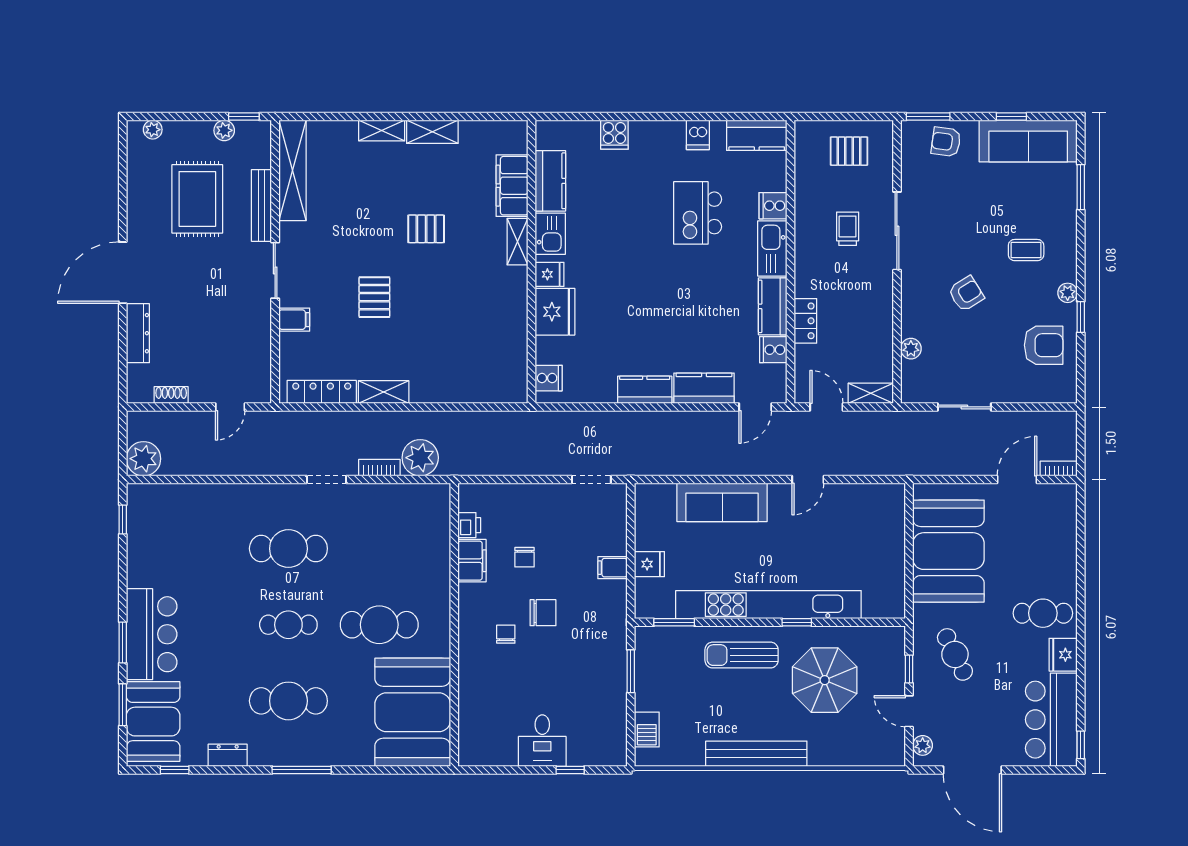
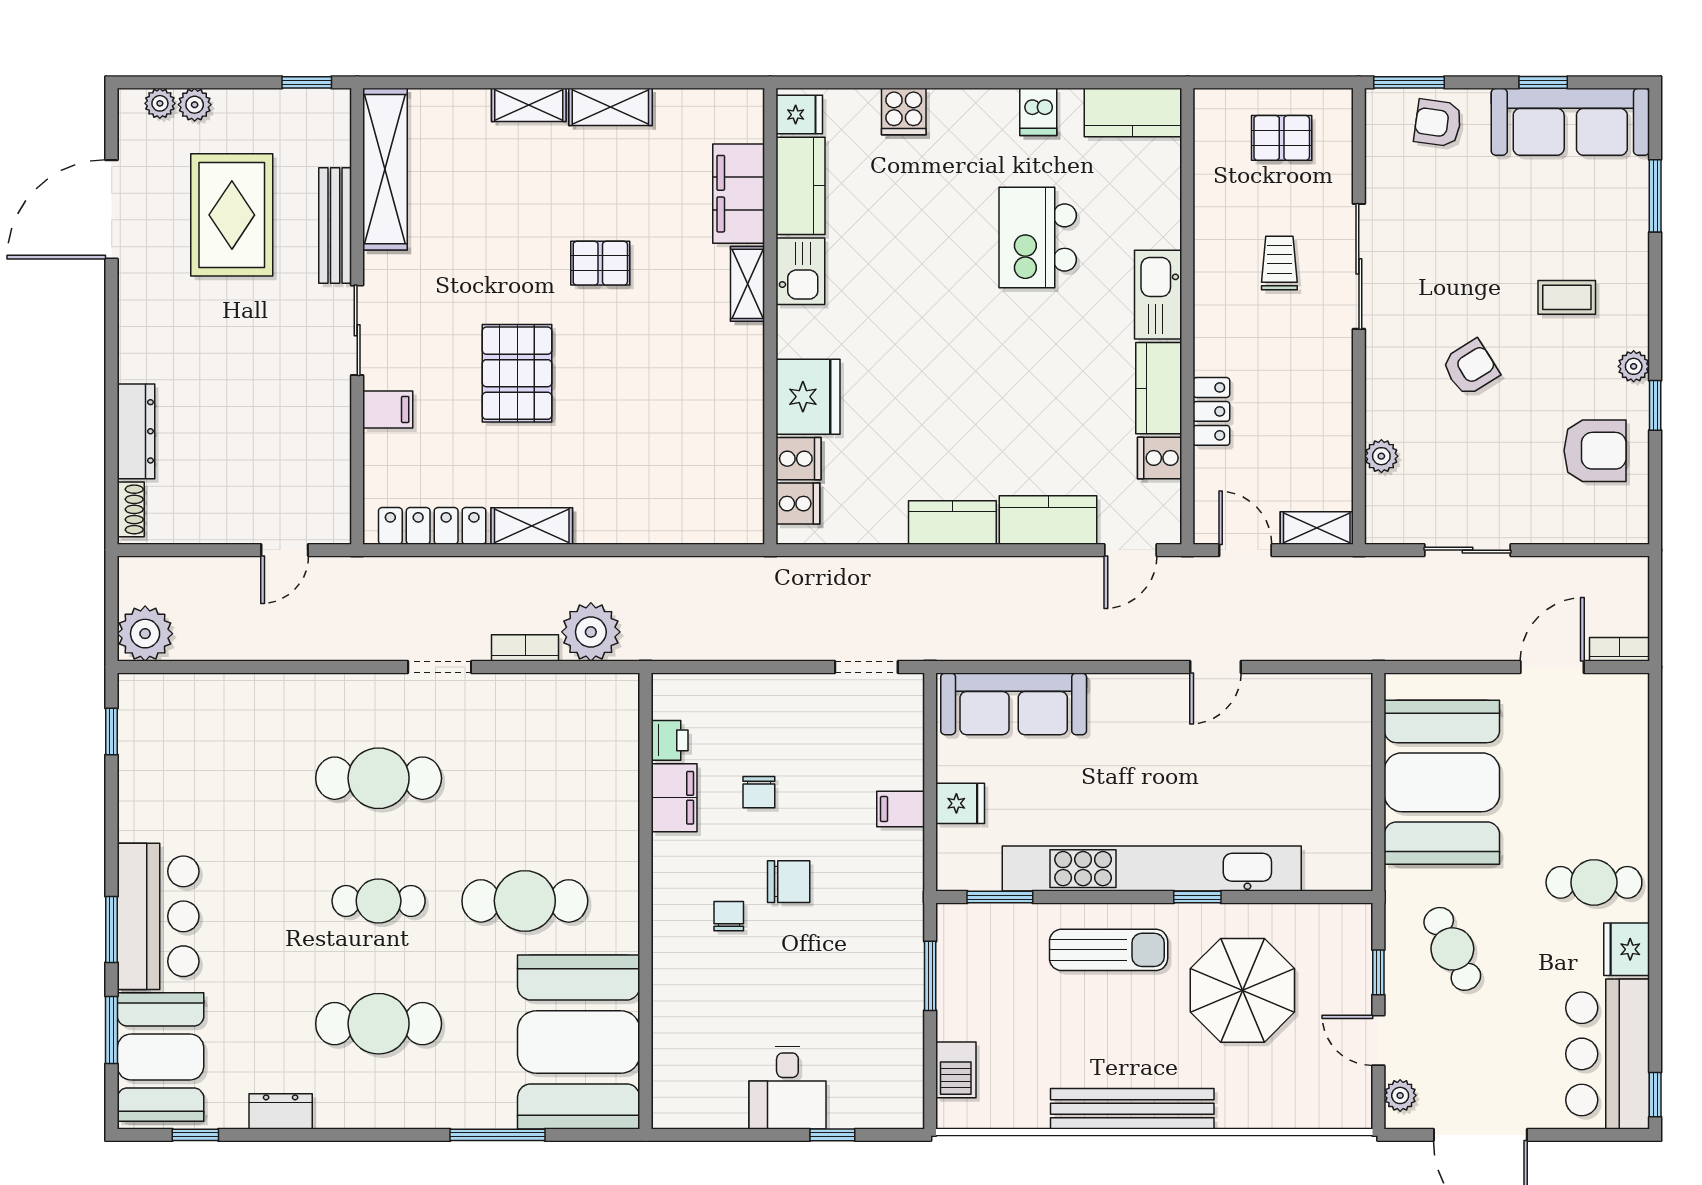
plant: (224, 130) -> (195, 105), moved
cooker: (773, 206) -> (798, 459), moved, turned 180
door: (123, 273) -> (112, 209), moved
fridge: (550, 274) -> (799, 115), moved
pallet: (374, 297) -> (517, 373), width x1.50, depth x1.42
shoe rack: (171, 395) -> (131, 509), moved, turned 90
sofa: (722, 502) -> (1014, 704), moved
sun lounger: (742, 655) -> (1109, 950), turned 180
window: (302, 770) -> (497, 1135), moved

